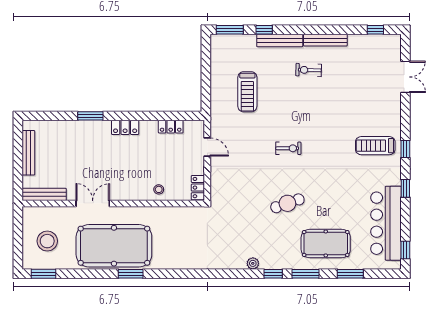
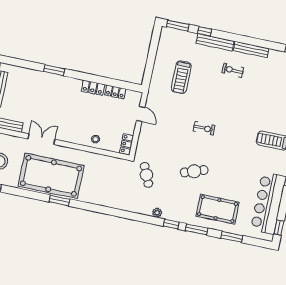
locker: (125, 127) -> (93, 88), moved
cafe table: (230, 220) -> (146, 175), added

